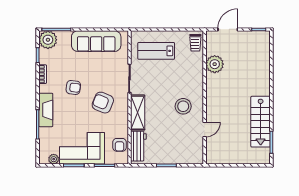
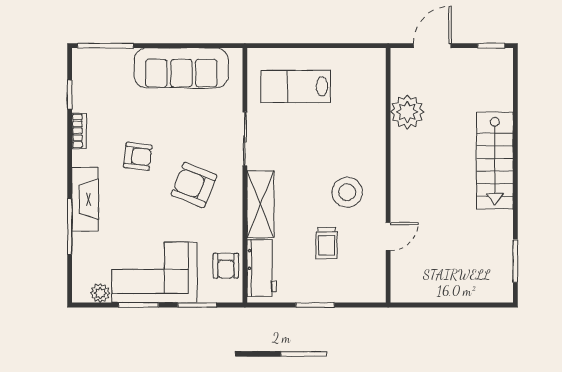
plant: (48, 40) -> (89, 65), removed
trolley: (195, 43) -> (327, 243), moved
stairs: (261, 122) -> (495, 161), moved

